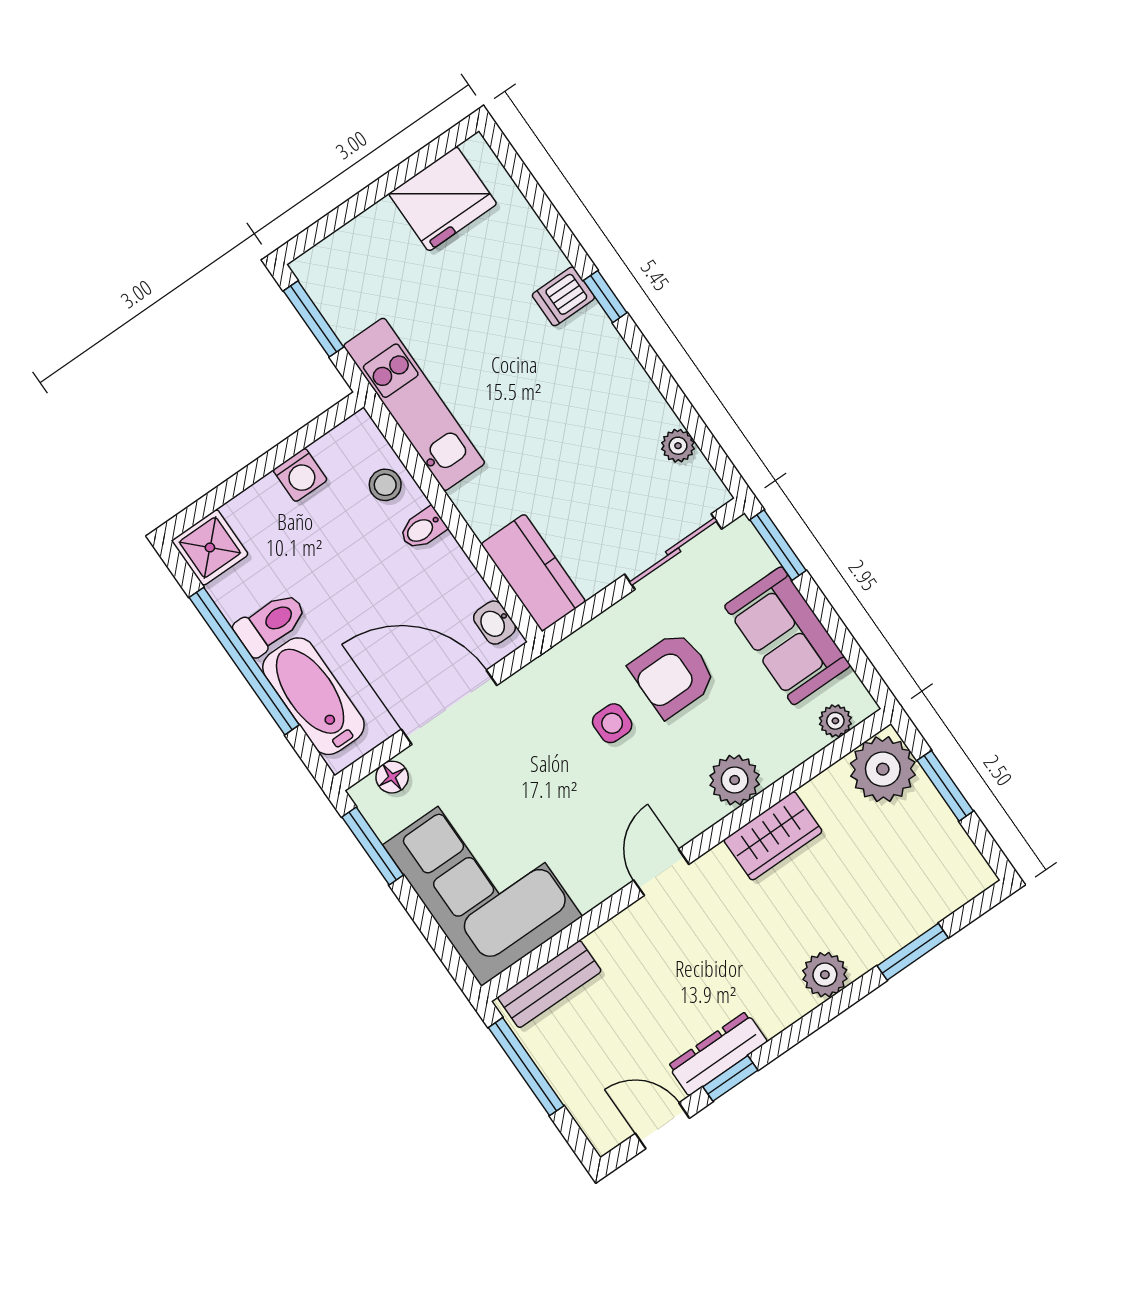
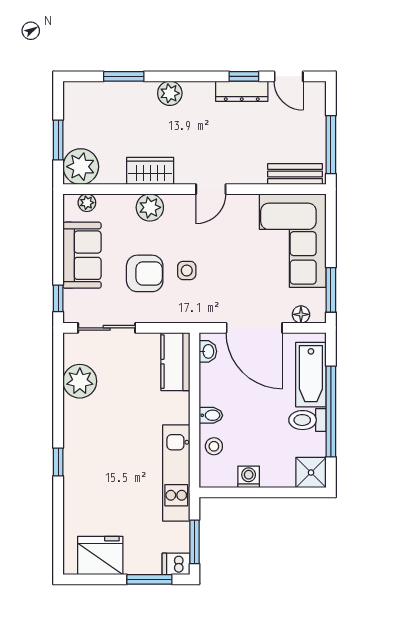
window: (343, 214) -> (149, 579), added
dishwasher: (563, 296) -> (176, 564), moved, turned 180
plant: (678, 446) -> (80, 381), width x1.88, depth x1.88
window: (778, 545) -> (58, 298), width x0.67

